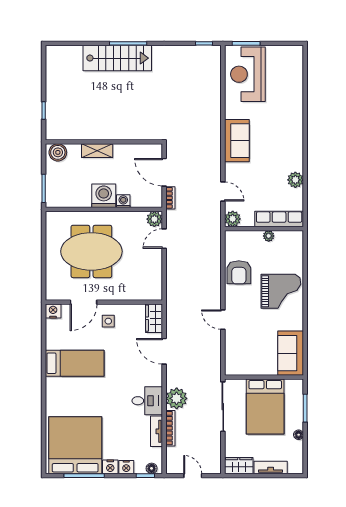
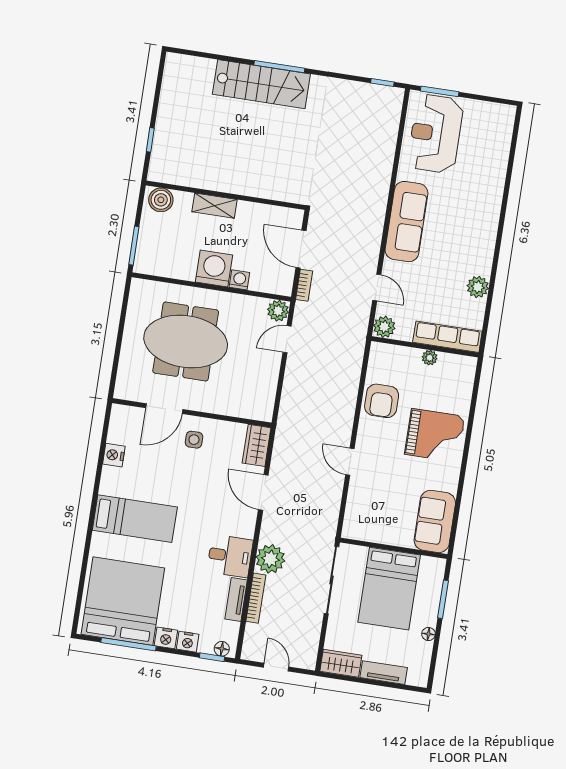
sofa: (237, 141) -> (407, 222), width x1.36
nightstand: (53, 311) -> (114, 455), moved, turned -90
bed: (75, 363) -> (135, 519), moved

